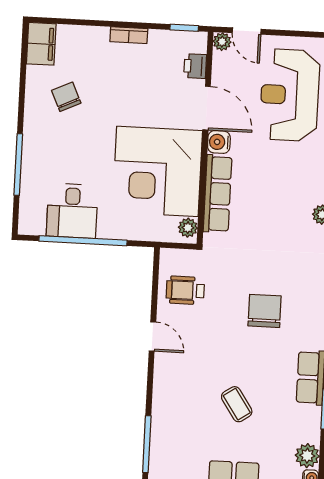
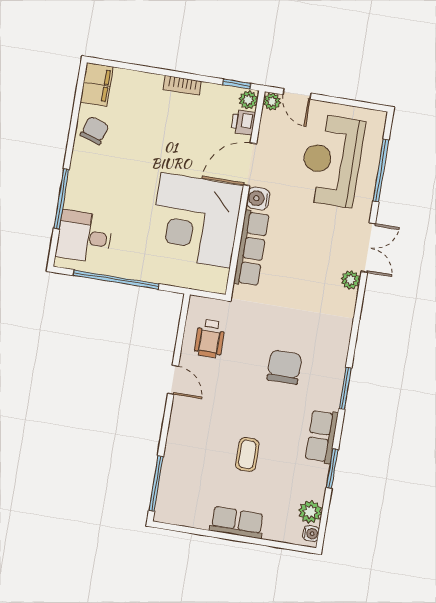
chair: (66, 97) -> (95, 130), moved, turned 43
door: (207, 108) -> (250, 164), swing flipped
desk: (72, 211) -> (84, 237), moved, turned 90
plant: (188, 228) -> (248, 100), moved
wheelchair: (185, 290) -> (210, 339), turned -90
coffee table: (237, 404) -> (247, 454), turned 34

